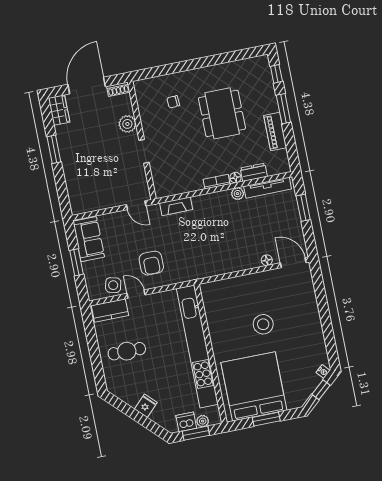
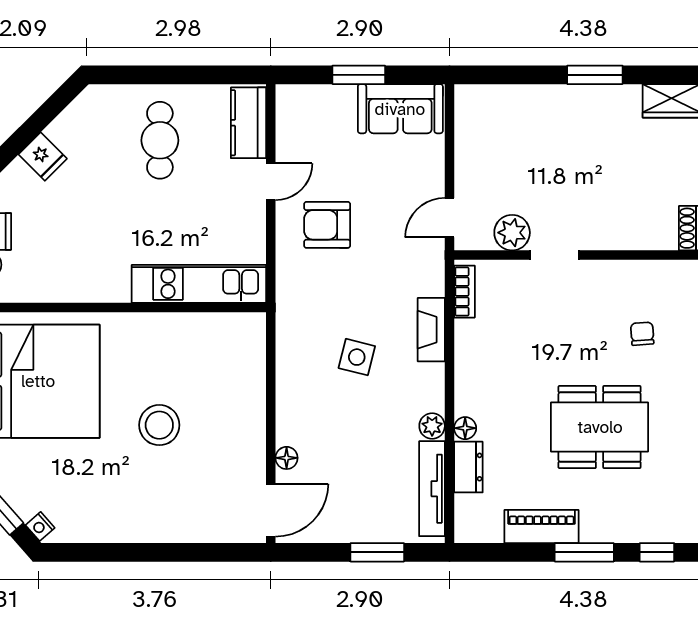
plant: (127, 124) -> (512, 233), moved
bookcase: (217, 182) -> (464, 292), moved
fireplace: (176, 206) -> (431, 330), moved
side table: (113, 285) -> (357, 357), moved
kitchen unit: (197, 346) -> (199, 284), width x0.54

